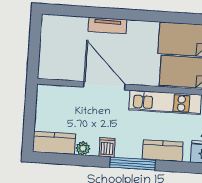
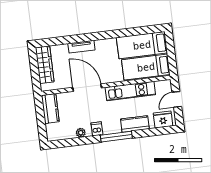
wardrobe: (50, 41) -> (45, 65), added
kitchen counter: (54, 143) -> (50, 108), moved, turned 90

